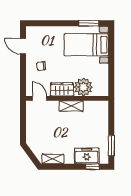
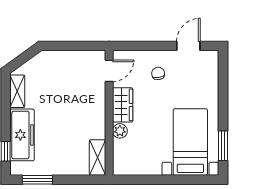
plant: (83, 87) -> (120, 131), width x0.53, depth x0.53
shelving: (71, 106) -> (98, 157), moved
freezer: (87, 156) -> (22, 135), width x1.40

